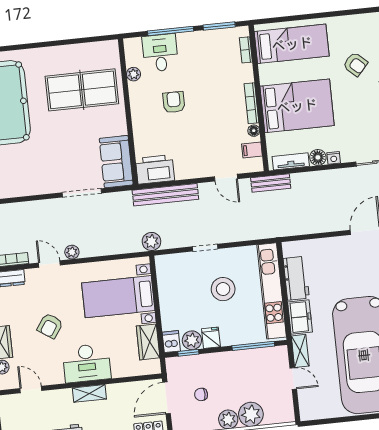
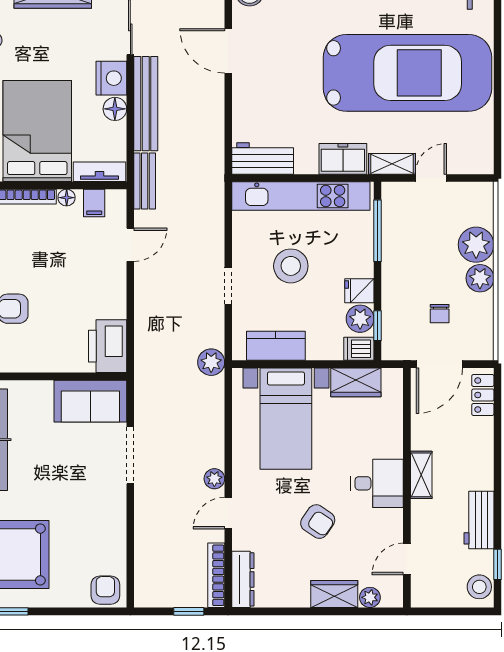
nightstand: (334, 158) -> (111, 78), width x1.89, depth x1.79
tv unit: (291, 161) -> (100, 172), moved, turned 90
bench: (165, 195) -> (146, 104), moved
workbench: (296, 278) -> (263, 159), moved
kitchen counter: (167, 285) -> (276, 346), added
desk: (87, 363) -> (377, 483), width x0.73
door: (167, 398) -> (439, 364), hinge flipped

